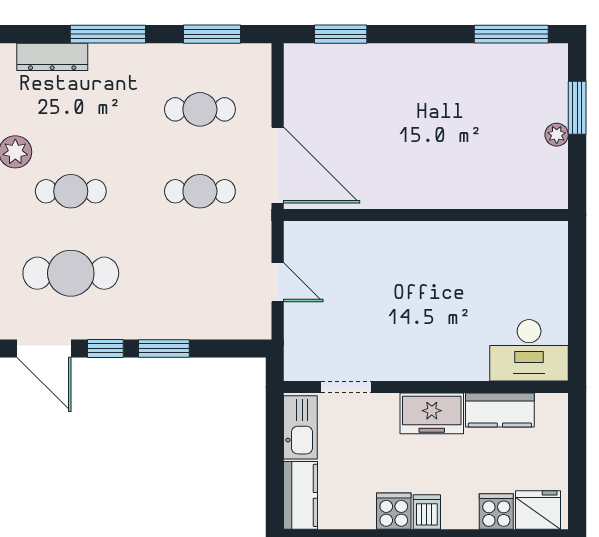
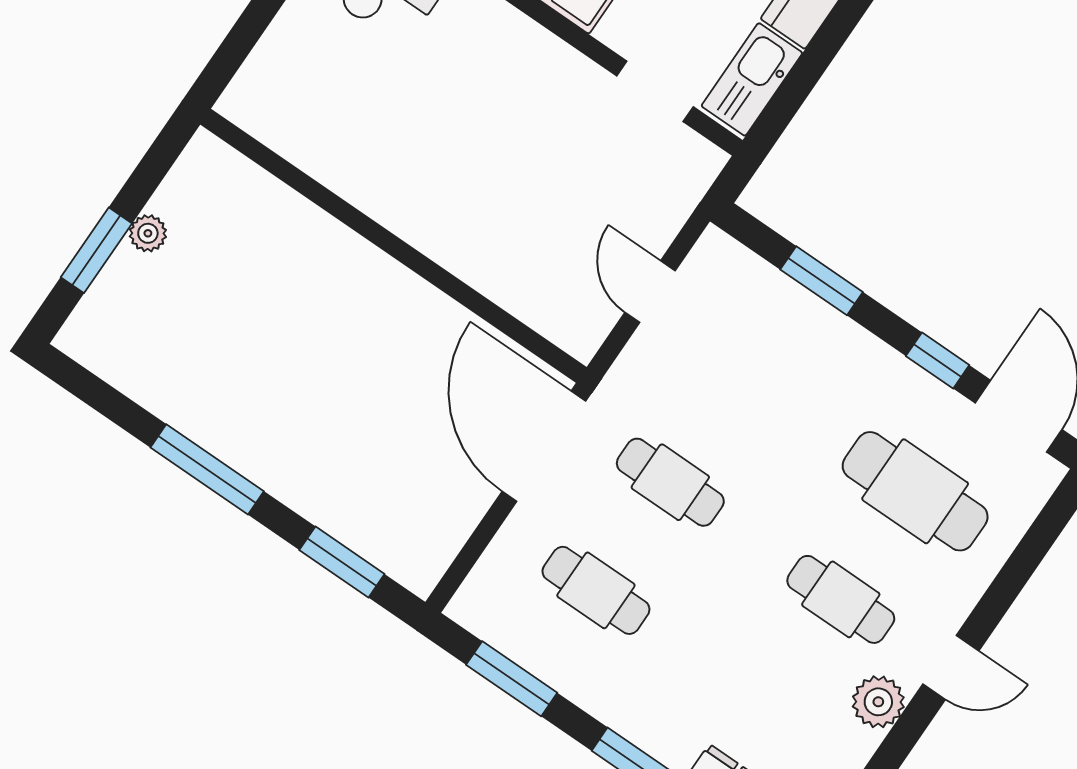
window: (511, 34) -> (207, 469), moved
window: (164, 348) -> (822, 281), moved

